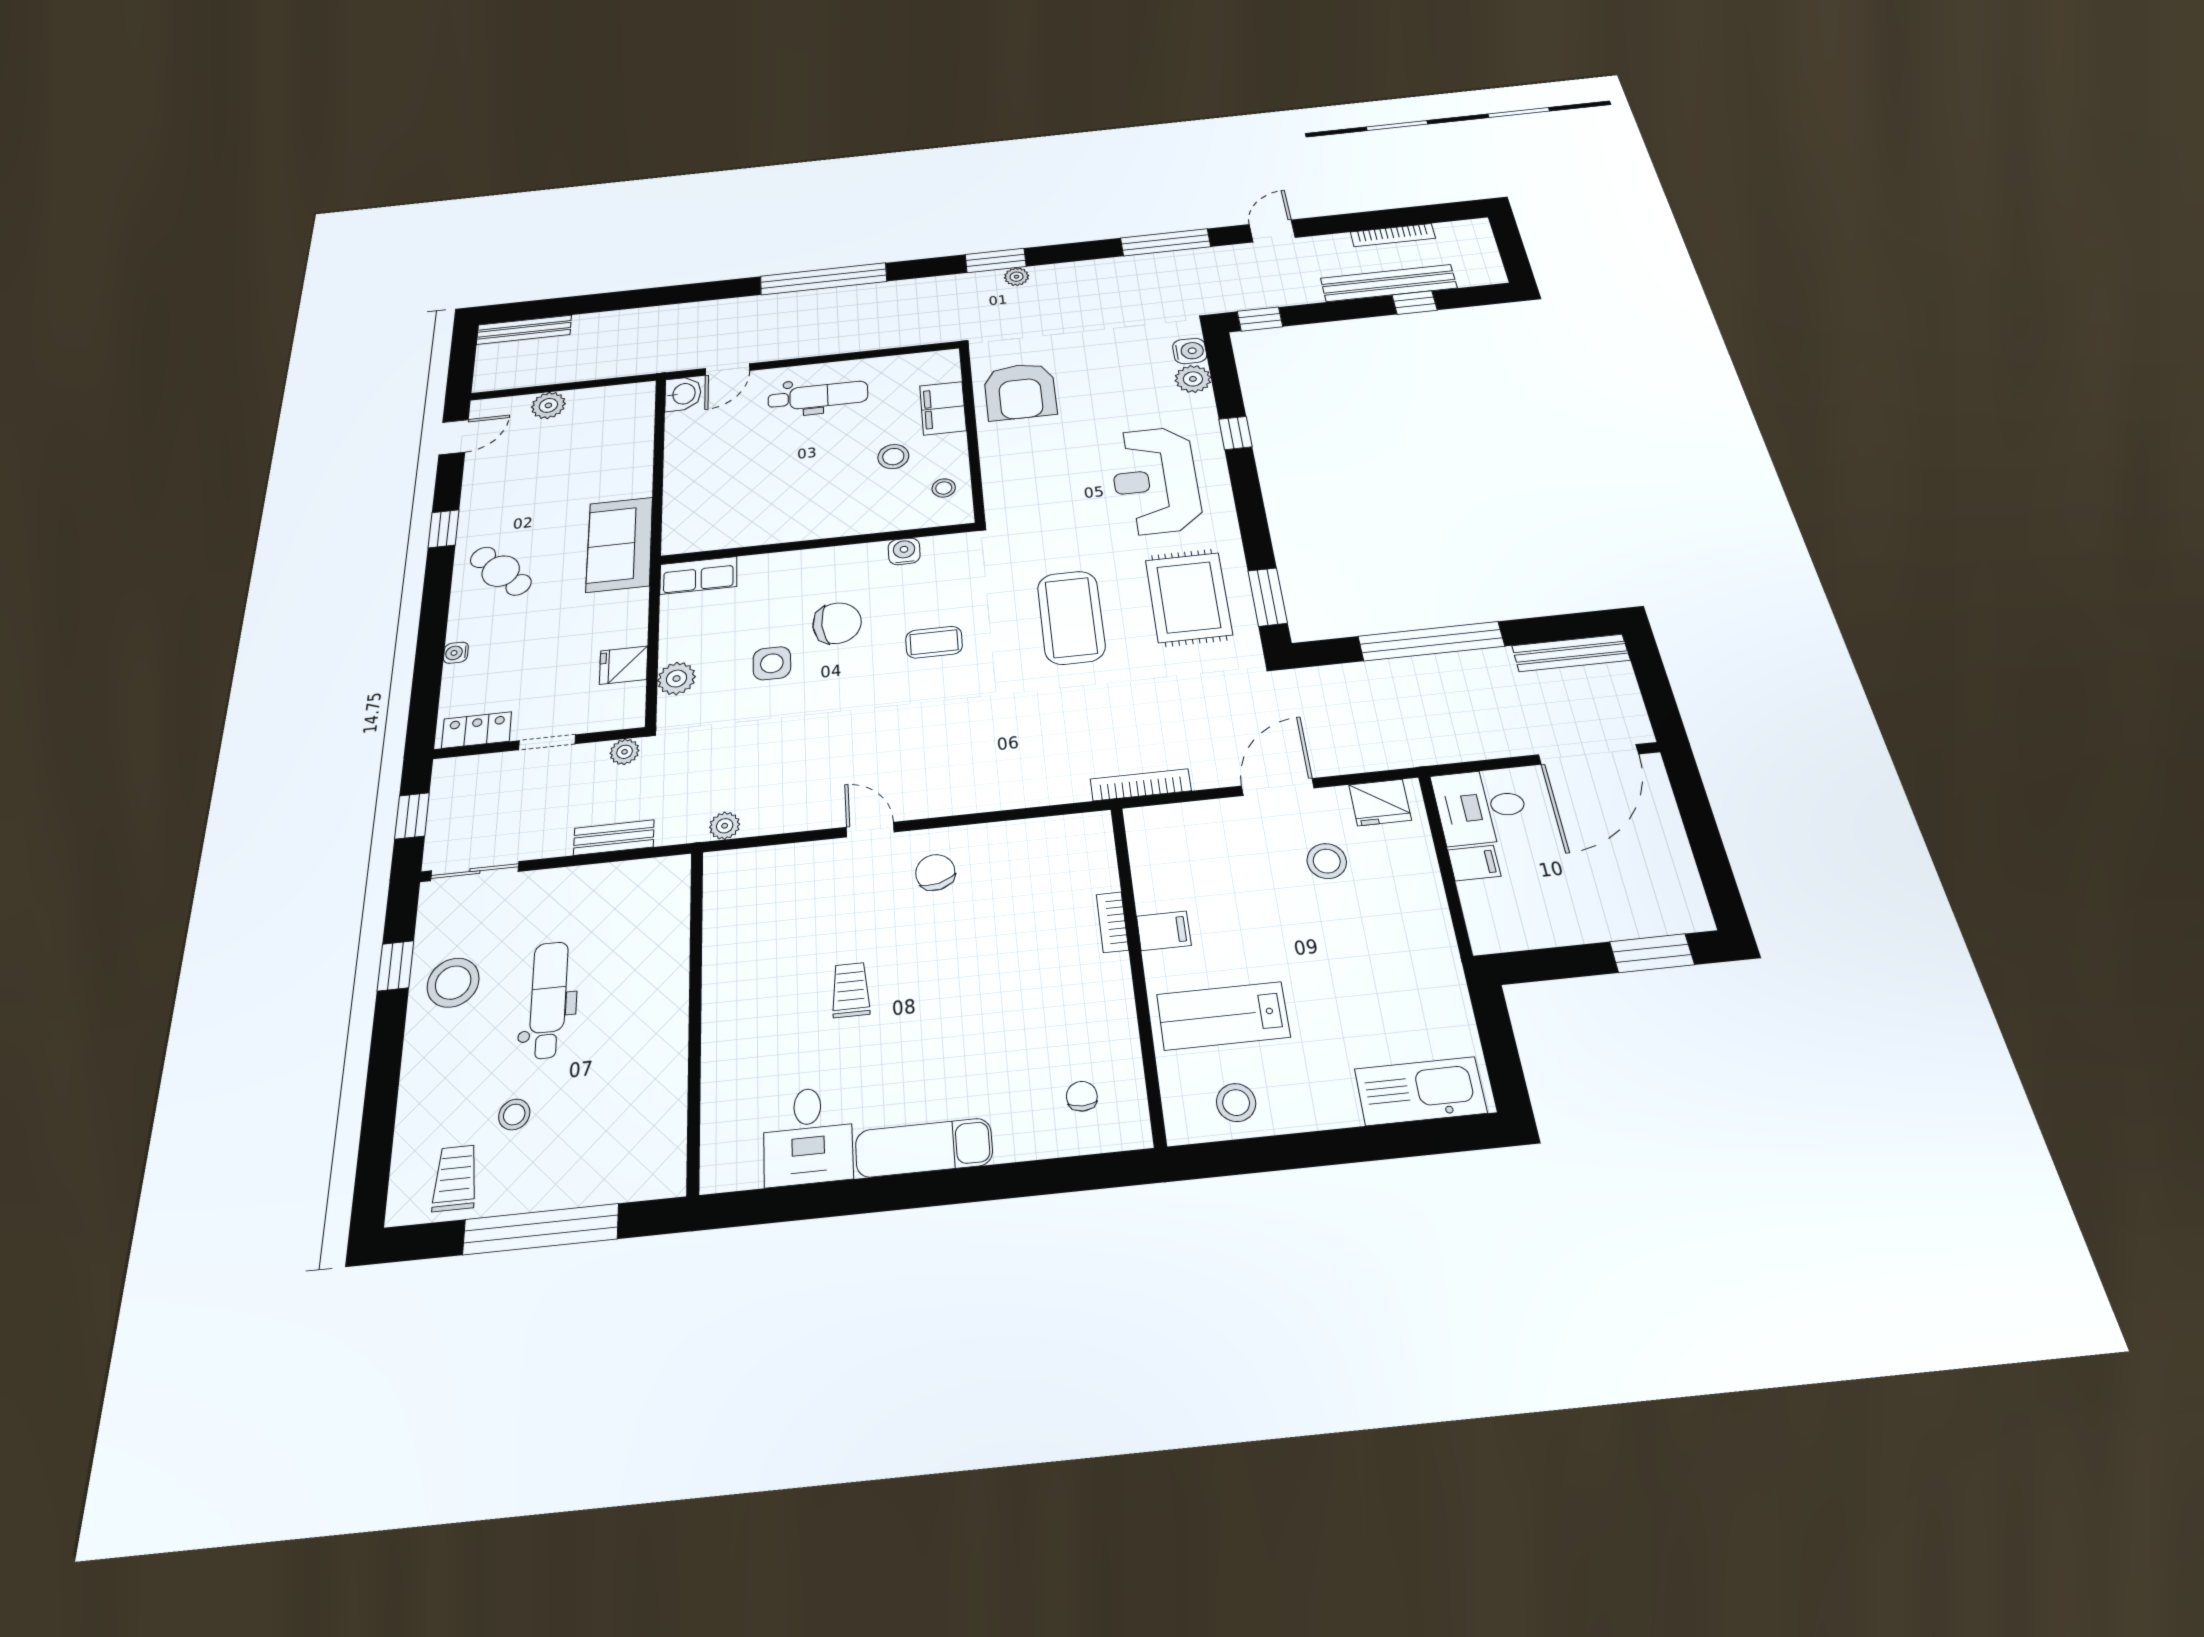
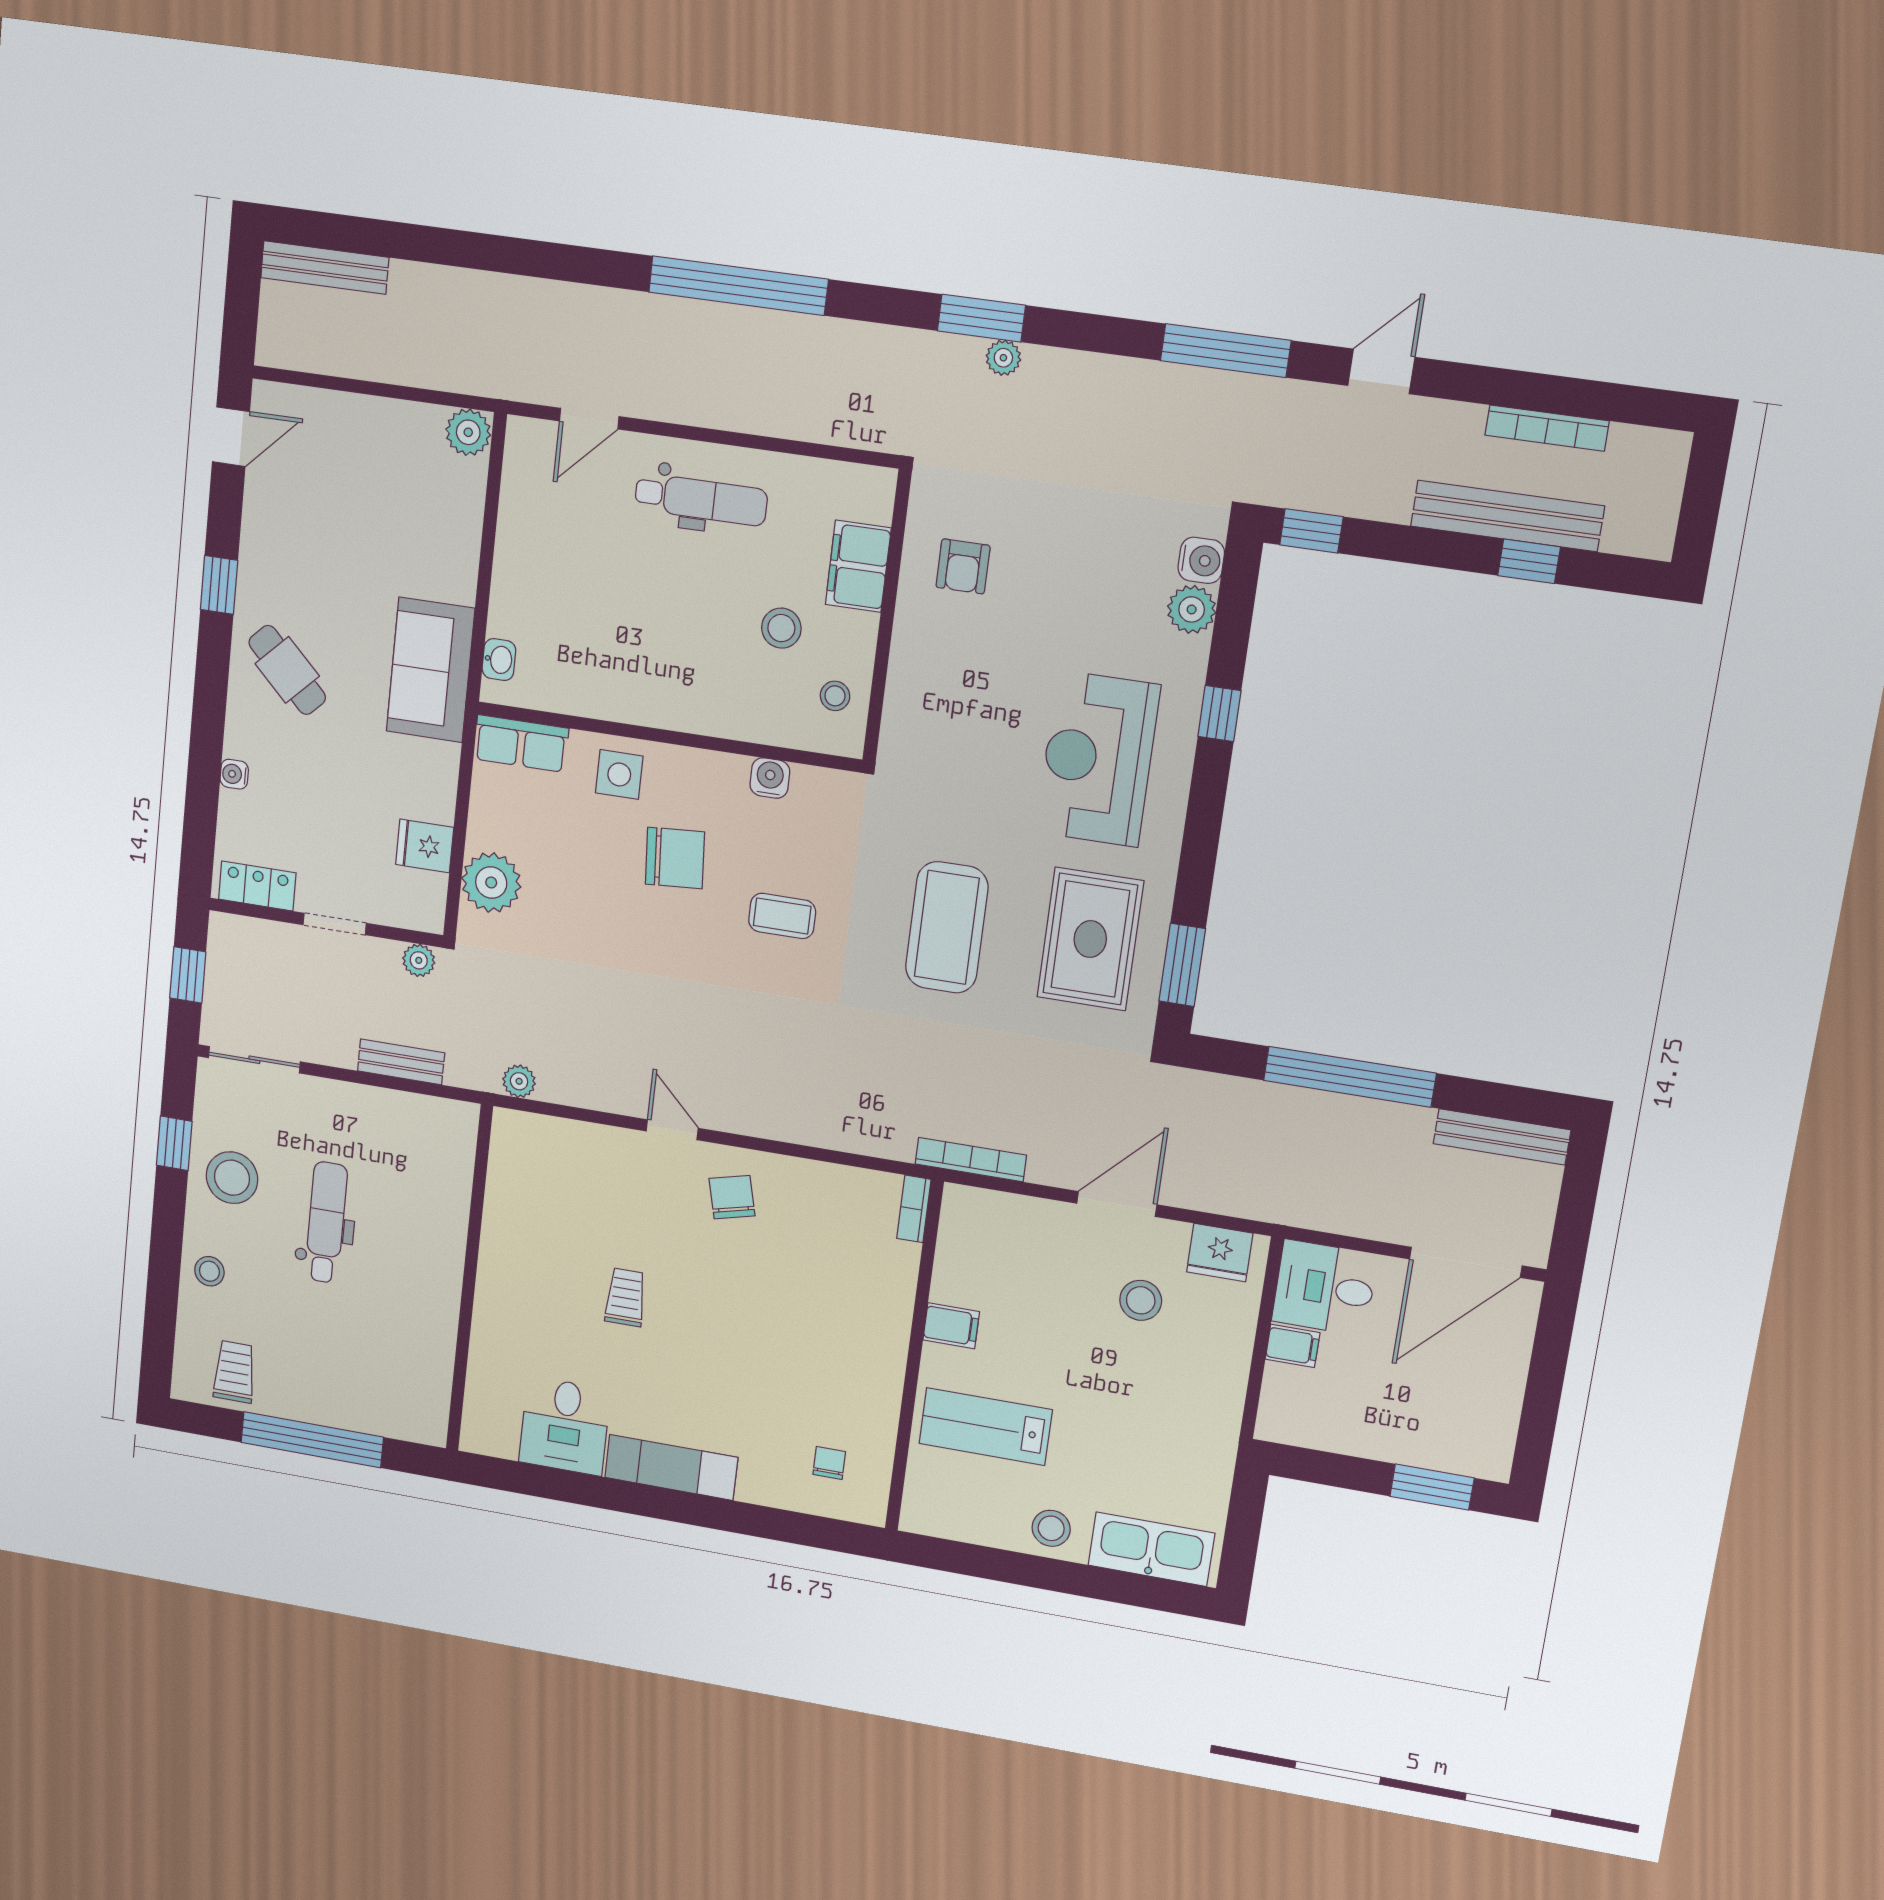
armchair: (1020, 391) -> (963, 566), width x0.53, depth x0.53
washbasin: (683, 394) -> (499, 660), moved, width x0.72, depth x0.69
plant: (548, 405) -> (468, 432), moved
side table: (772, 663) -> (619, 774), moved
plant: (677, 679) -> (491, 883), width x1.36, depth x1.36
bookcase: (1112, 922) -> (914, 1209), moved
stool: (1236, 1103) -> (1051, 1528), moved
stool: (514, 1115) -> (209, 1271), moved

